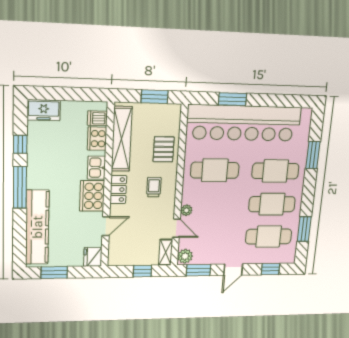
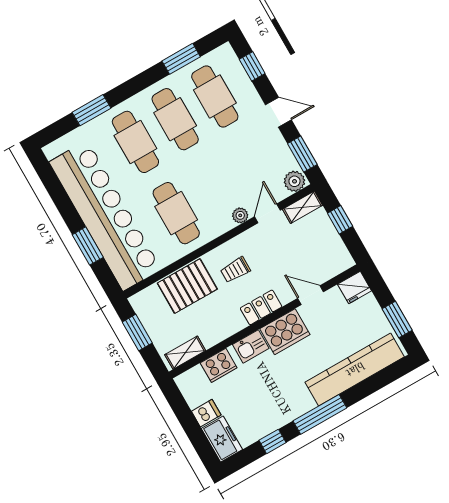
dishwasher: (97, 118) -> (206, 413), moved, turned -90
shelving: (122, 139) -> (185, 353), width x0.45, depth x0.75
pallet: (164, 149) -> (187, 286), width x1.50, depth x1.42

